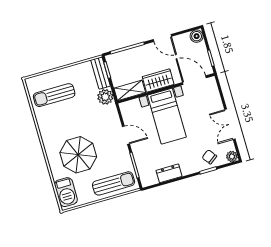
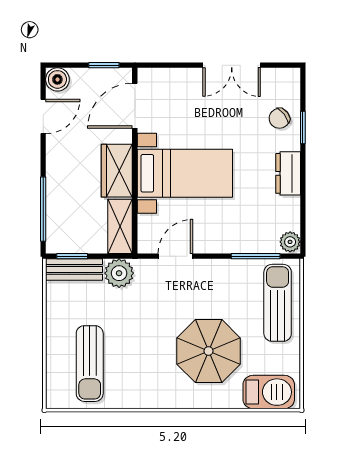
door: (162, 38) -> (43, 116), moved
door: (126, 135) -> (175, 256), moved
plant: (232, 156) -> (290, 242), moved
dresser: (169, 173) -> (288, 173), moved

